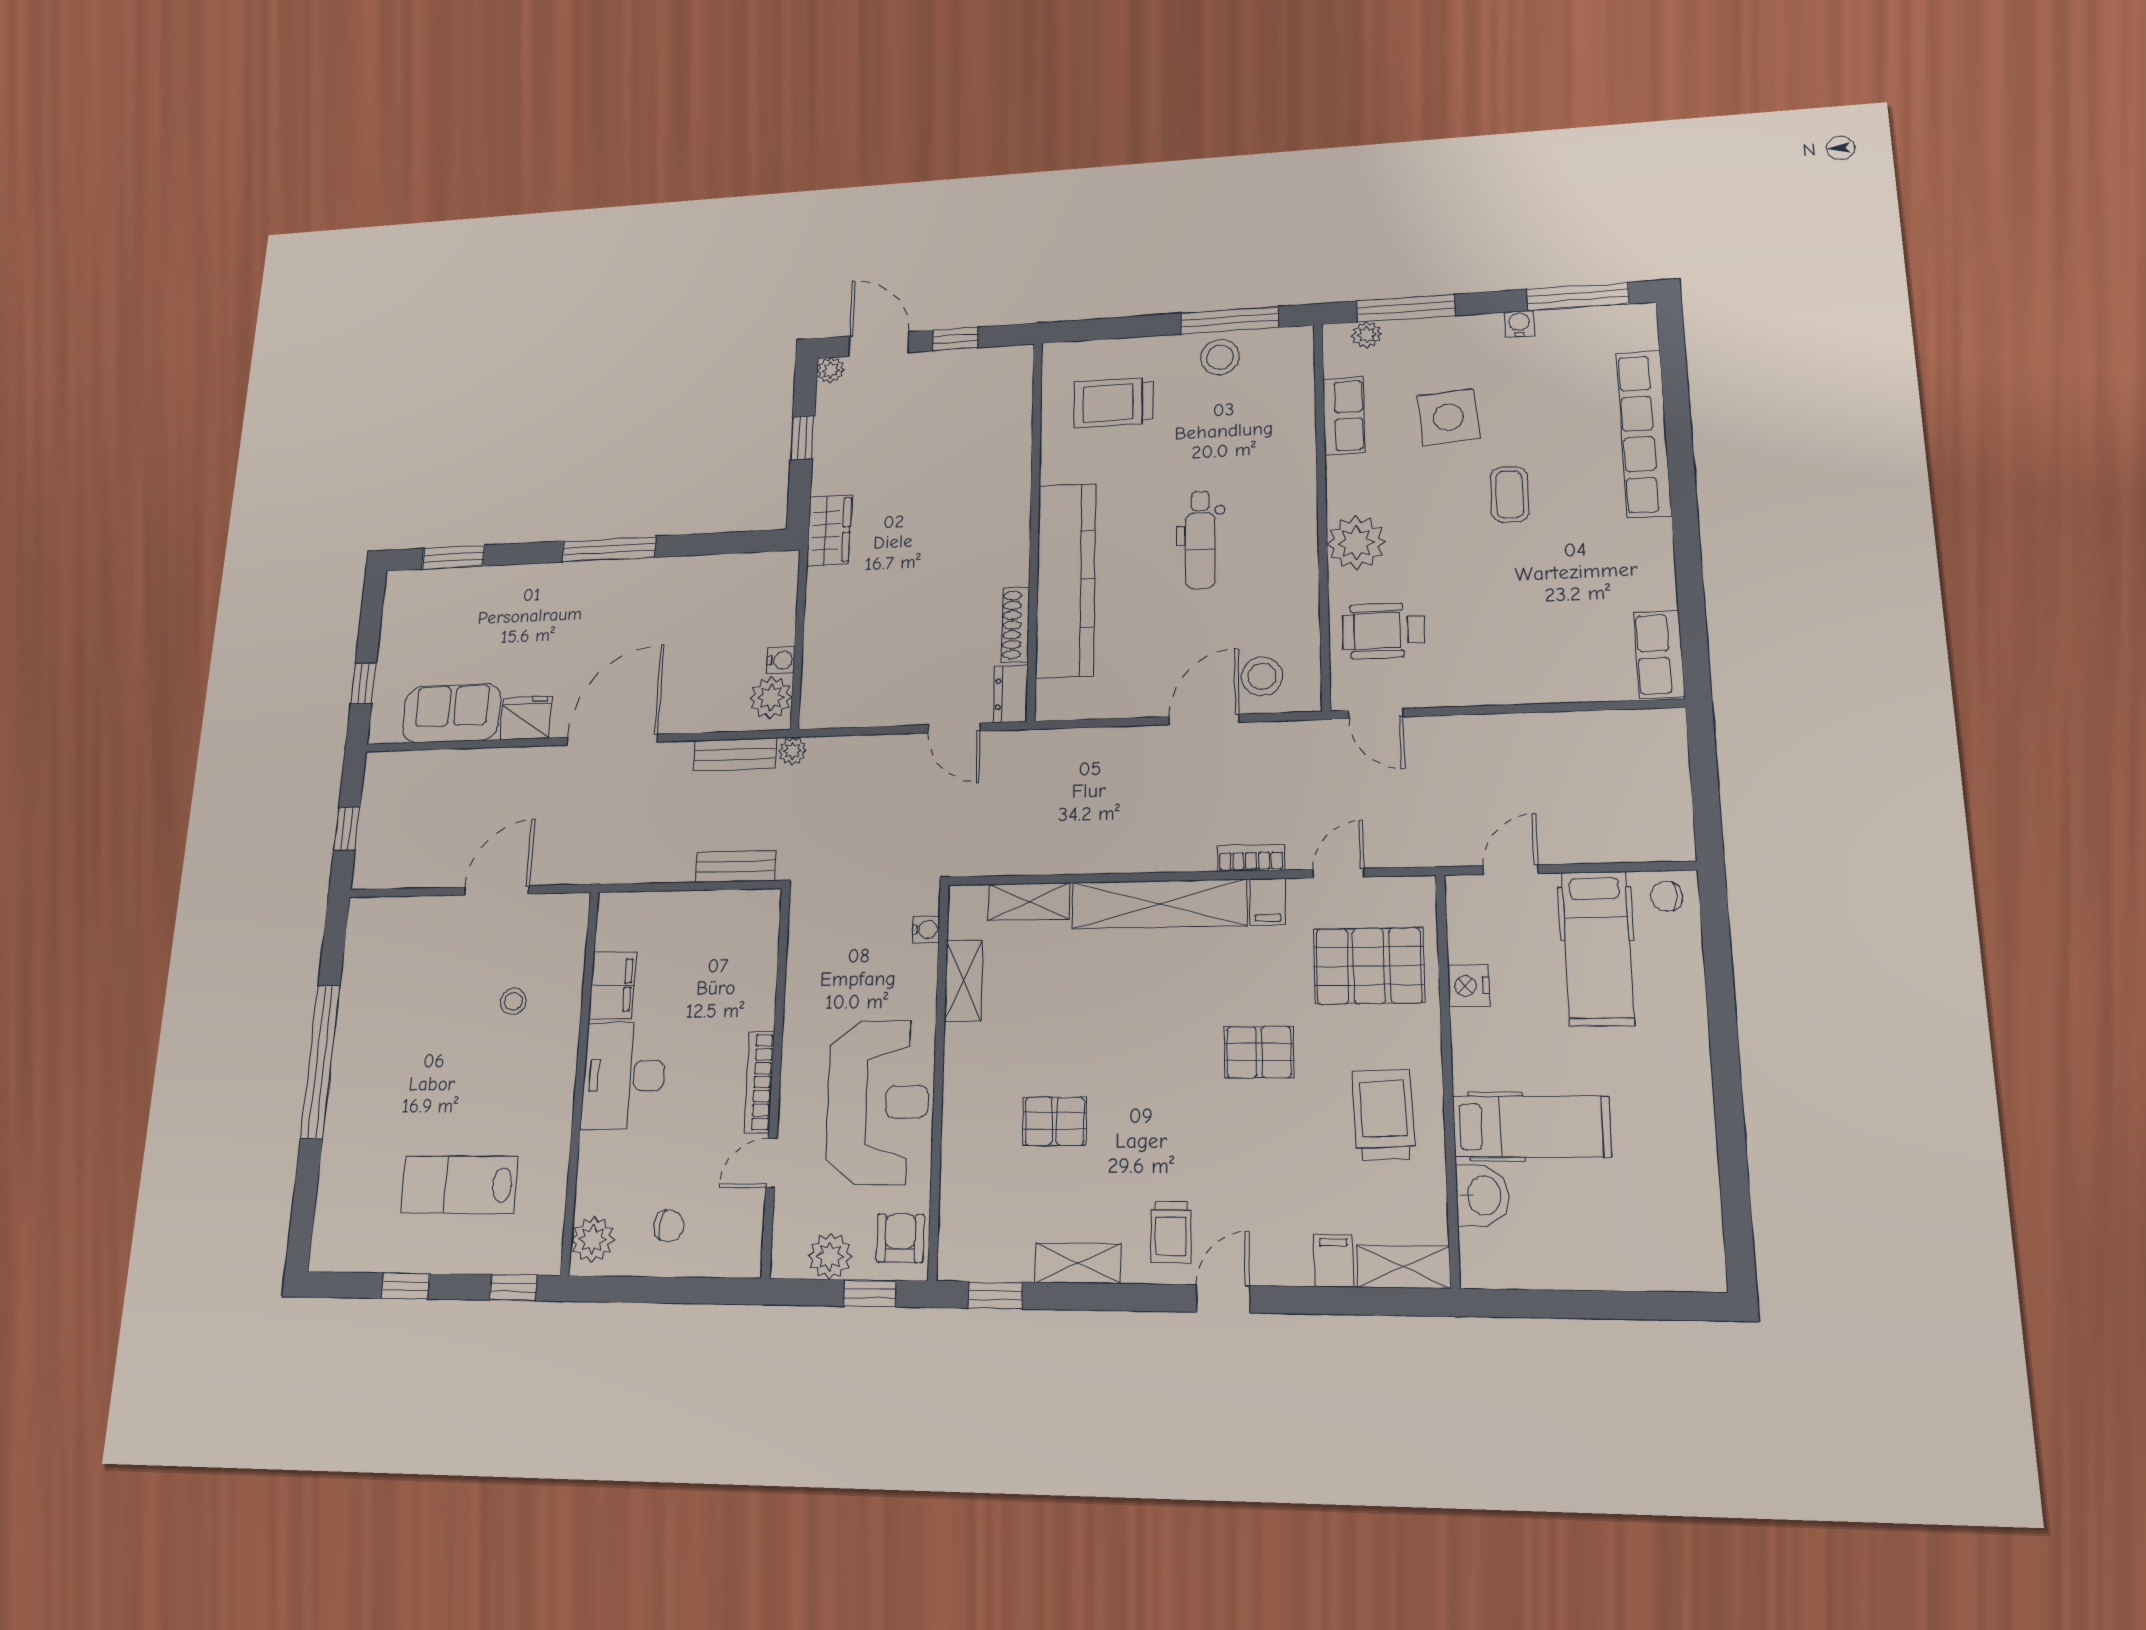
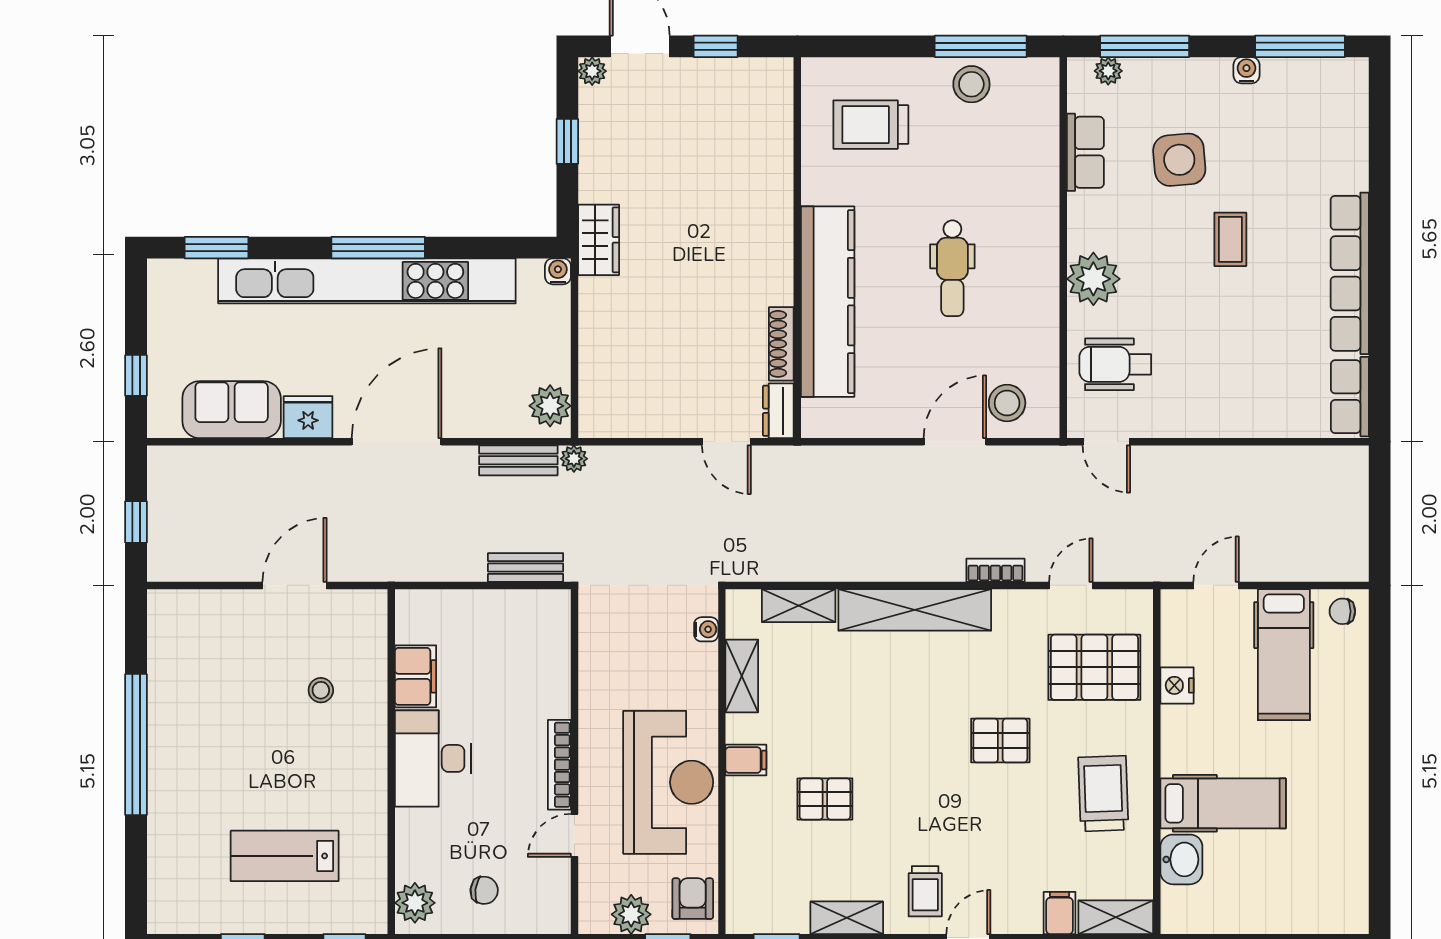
row of seats: (1644, 434) -> (1350, 273), moved
kitchen unit: (595, 582) -> (367, 281), added
water cooler: (781, 660) -> (558, 271), moved, turned -90
filing cabinet: (1268, 902) -> (746, 760), moved, turned -90

